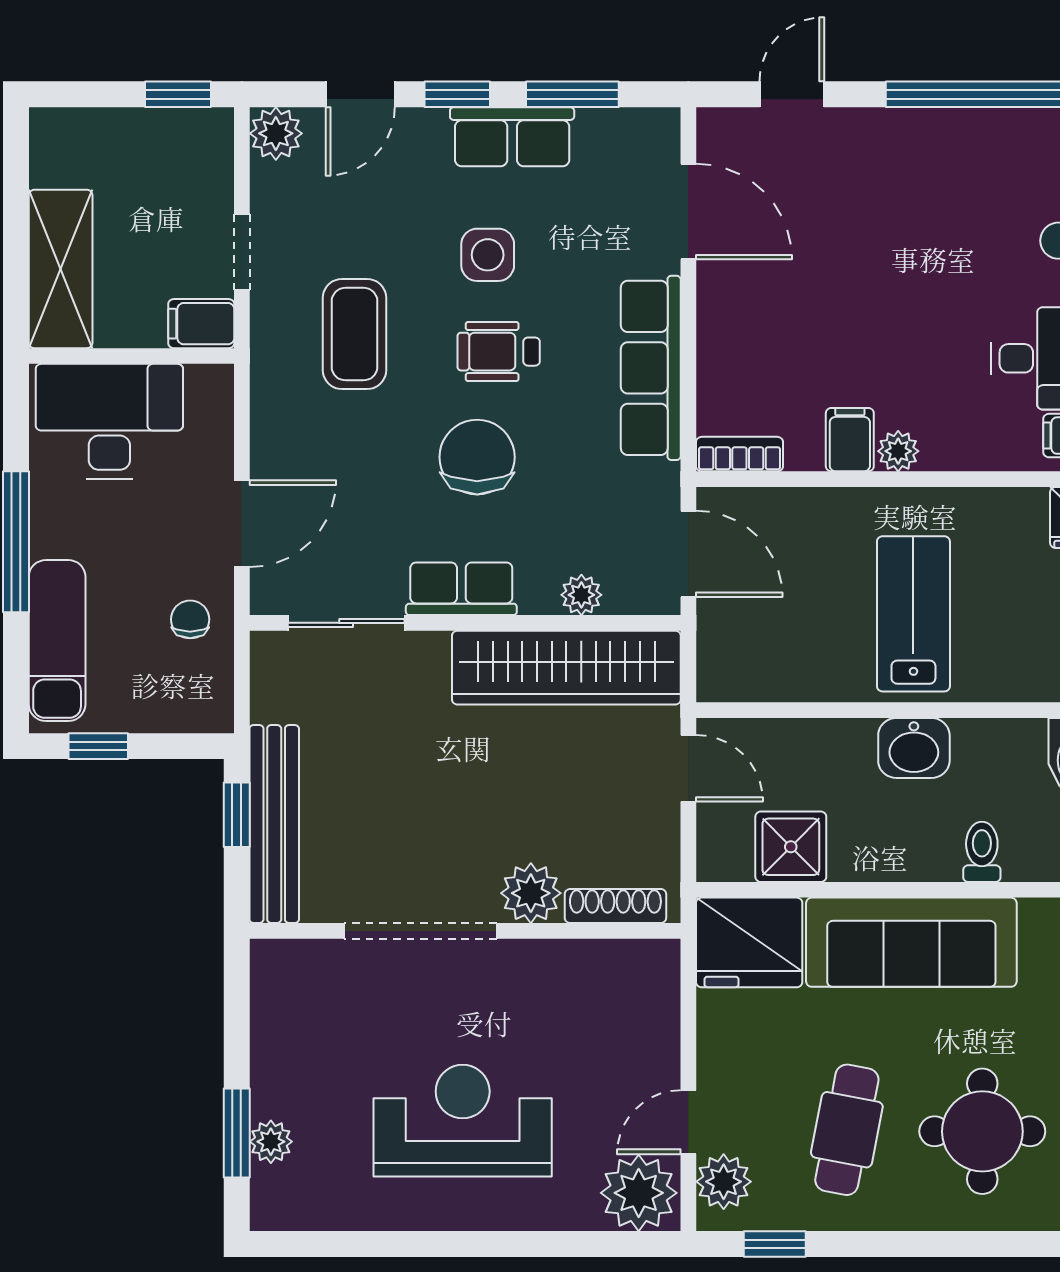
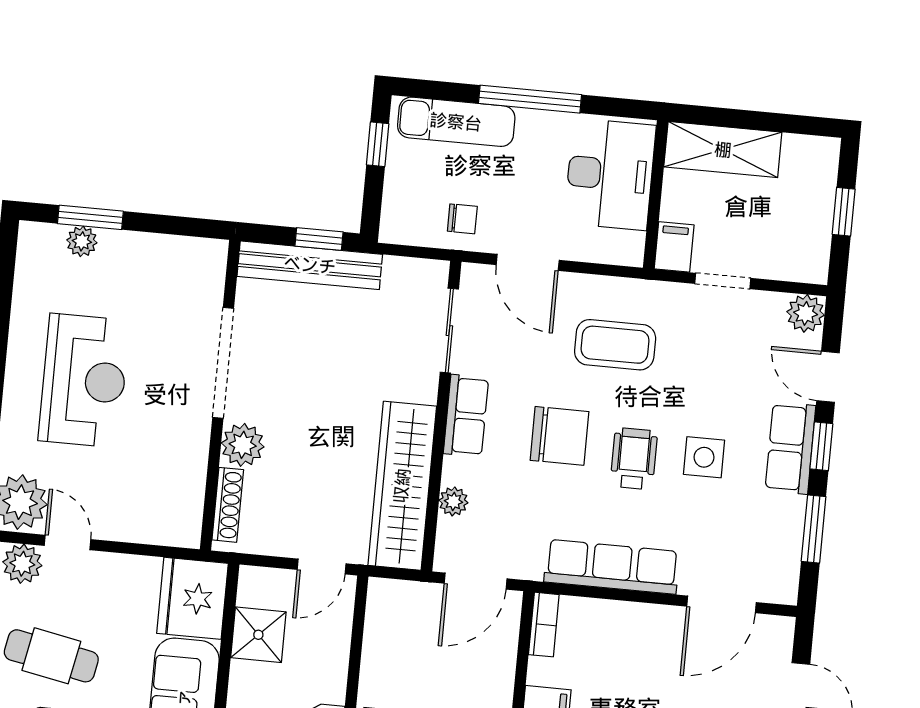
window: (178, 94) -> (844, 212), moved
row of seats: (512, 137) -> (790, 448), moved
coffee table: (354, 334) -> (615, 345), moved

